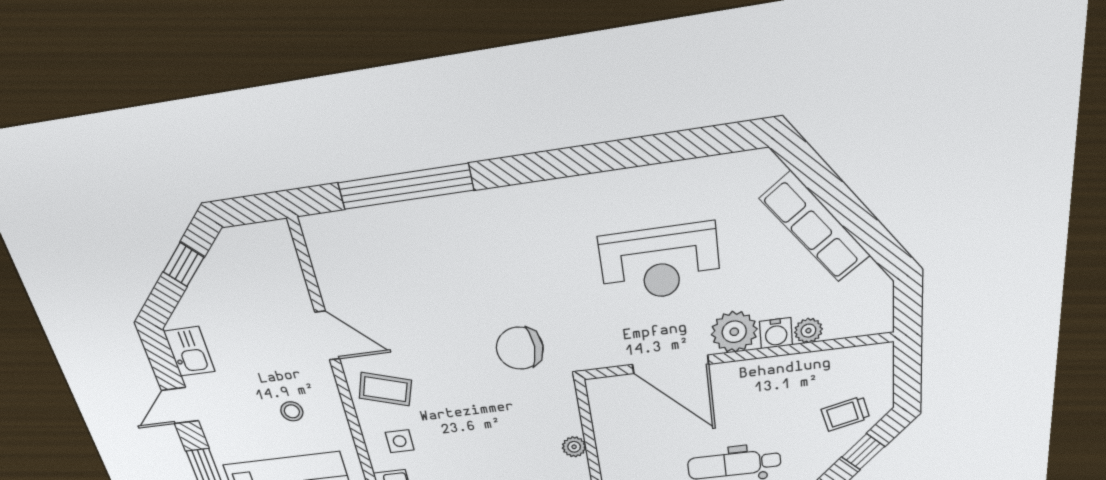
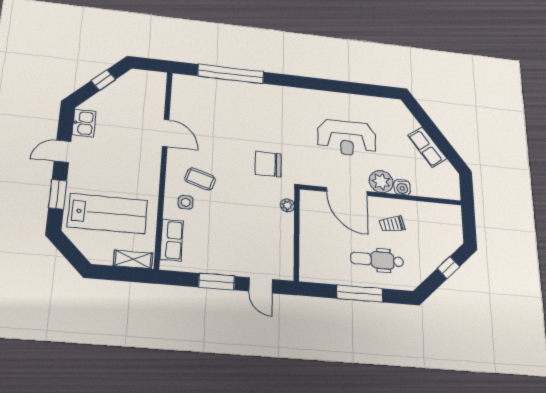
row of seats: (815, 227) -> (427, 147), width x0.68
plant: (808, 331) -> (418, 190), removed
coffee table: (385, 389) -> (200, 179), moved
stool: (292, 411) -> (128, 170), removed
trolley: (845, 414) -> (392, 224), moved
plant: (574, 447) -> (287, 205), moved

